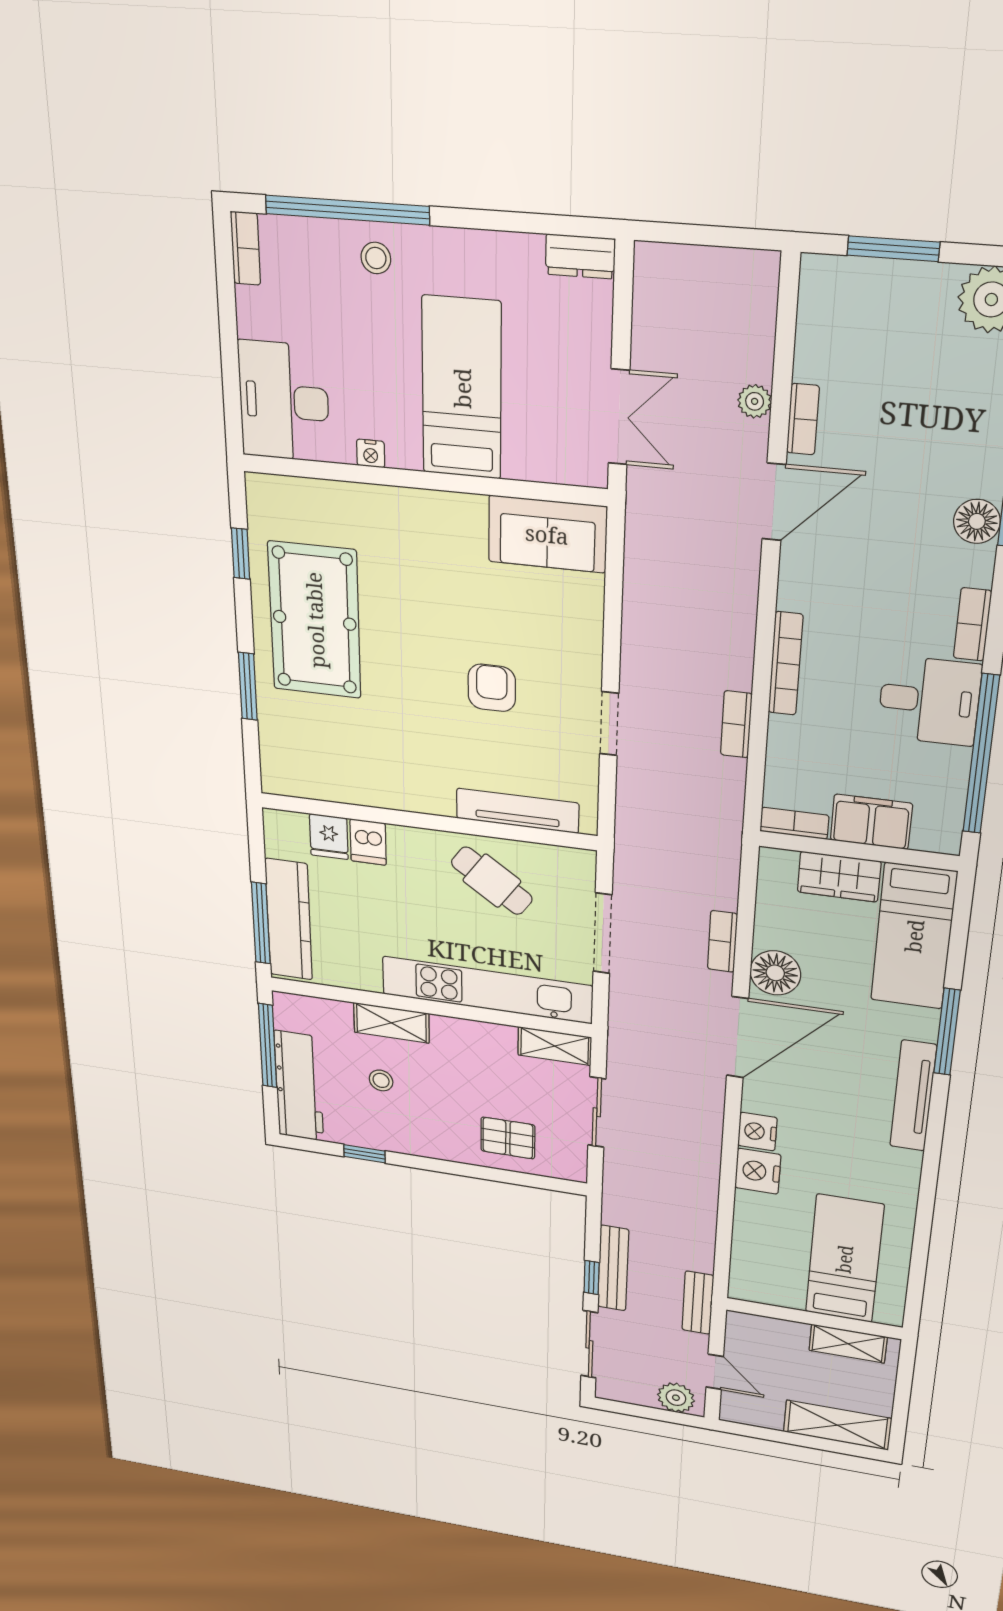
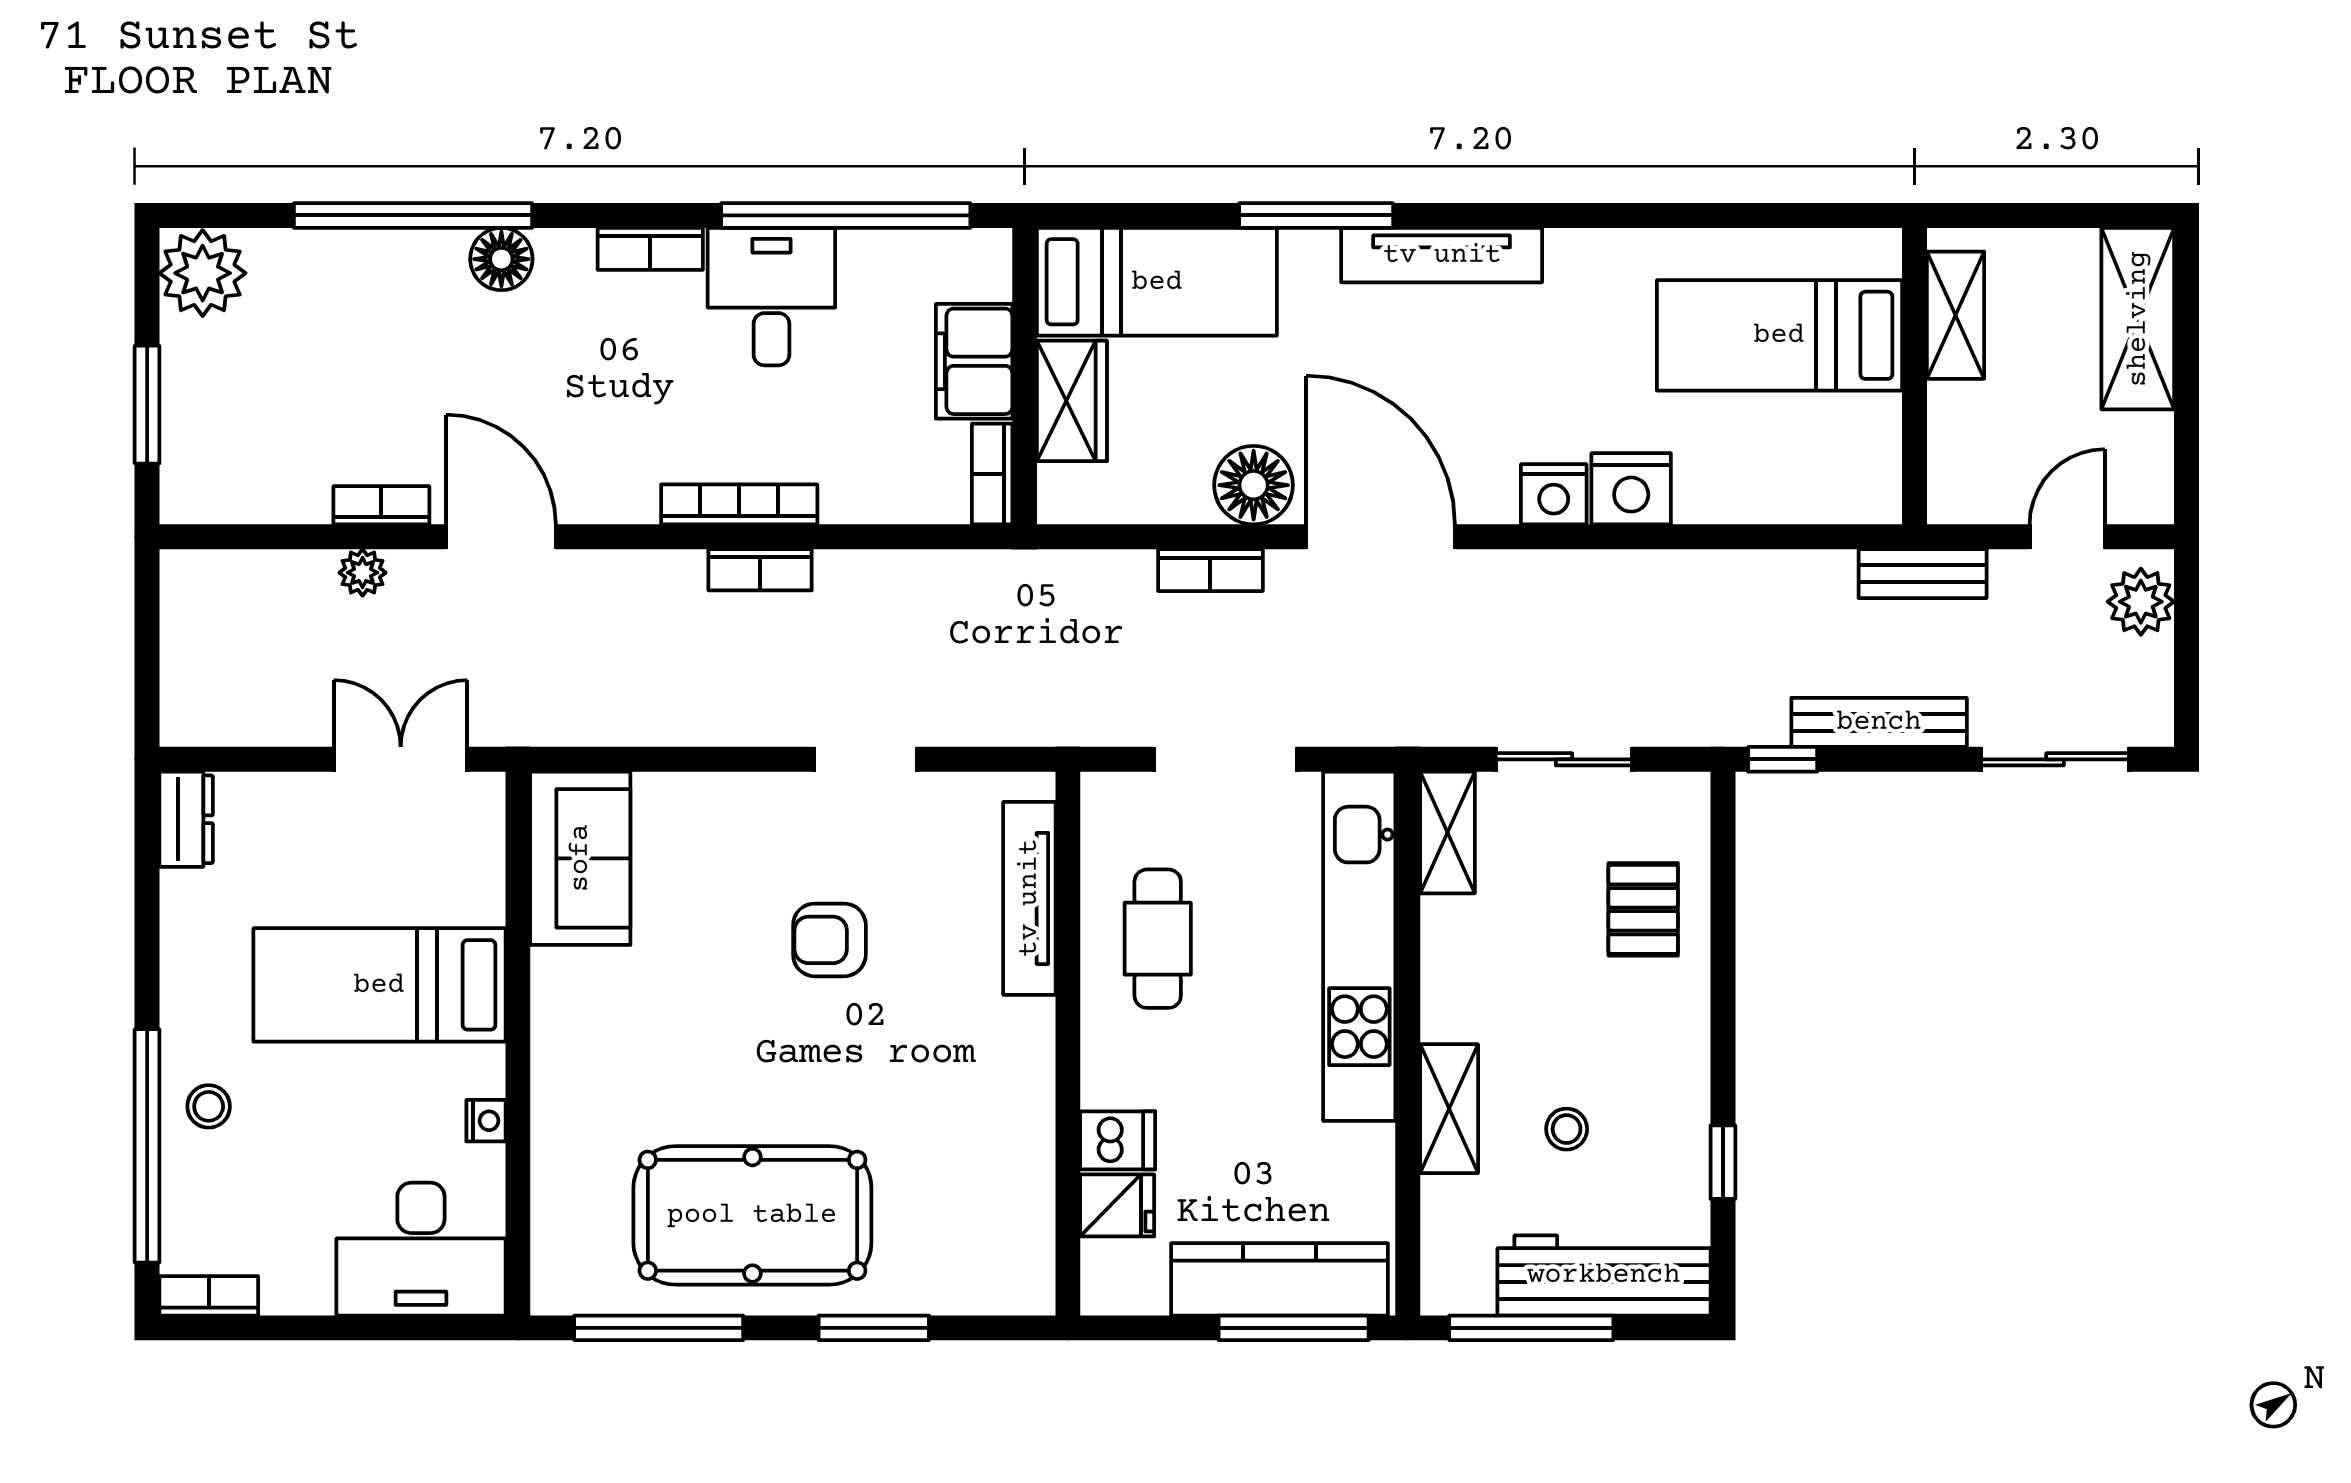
window: (241, 554) -> (659, 1328), width x2.17
bookcase: (736, 724) -> (760, 570), moved
cafe table: (492, 881) -> (1158, 939), turned -35
window: (592, 1278) -> (1783, 759), moved

